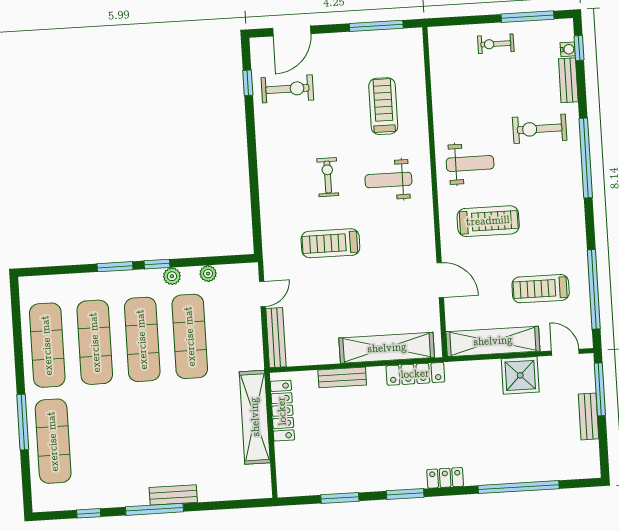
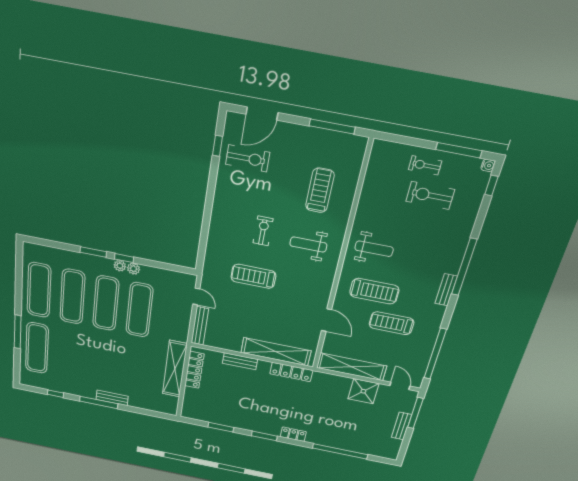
water cooler: (568, 49) -> (488, 165), moved
bench: (568, 80) -> (446, 290), moved
exercise bike: (540, 129) -> (430, 195), moved
plant: (208, 274) -> (120, 266), moved
treadmill: (541, 289) -> (392, 323), moved
door: (262, 294) -> (196, 296), hinge flipped

